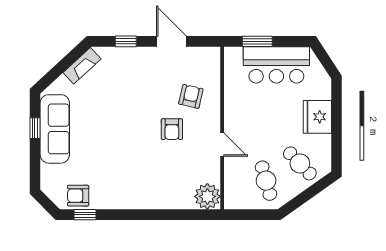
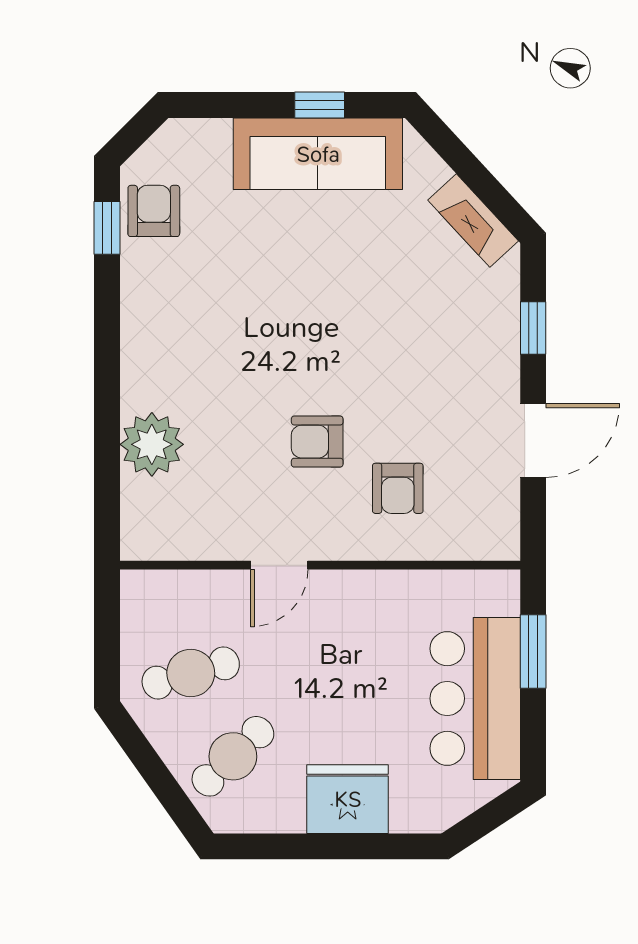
armchair: (191, 96) -> (398, 488), turned 77
plant: (207, 196) -> (152, 444), moved

